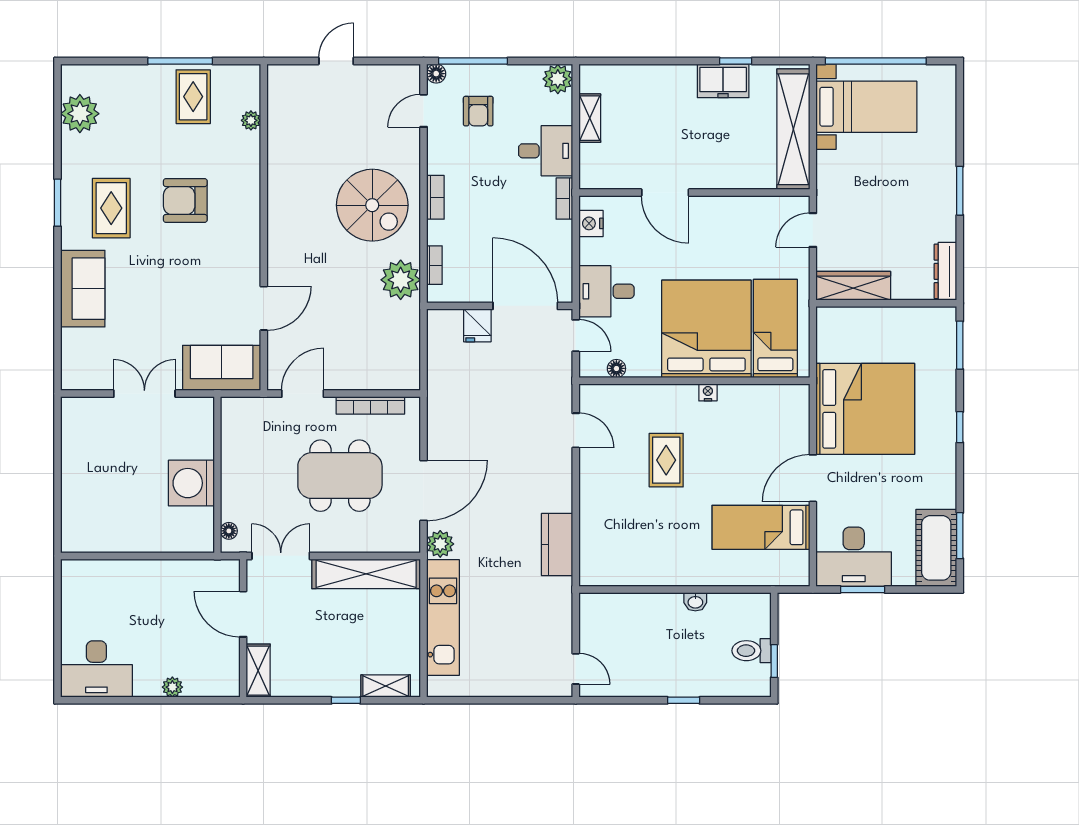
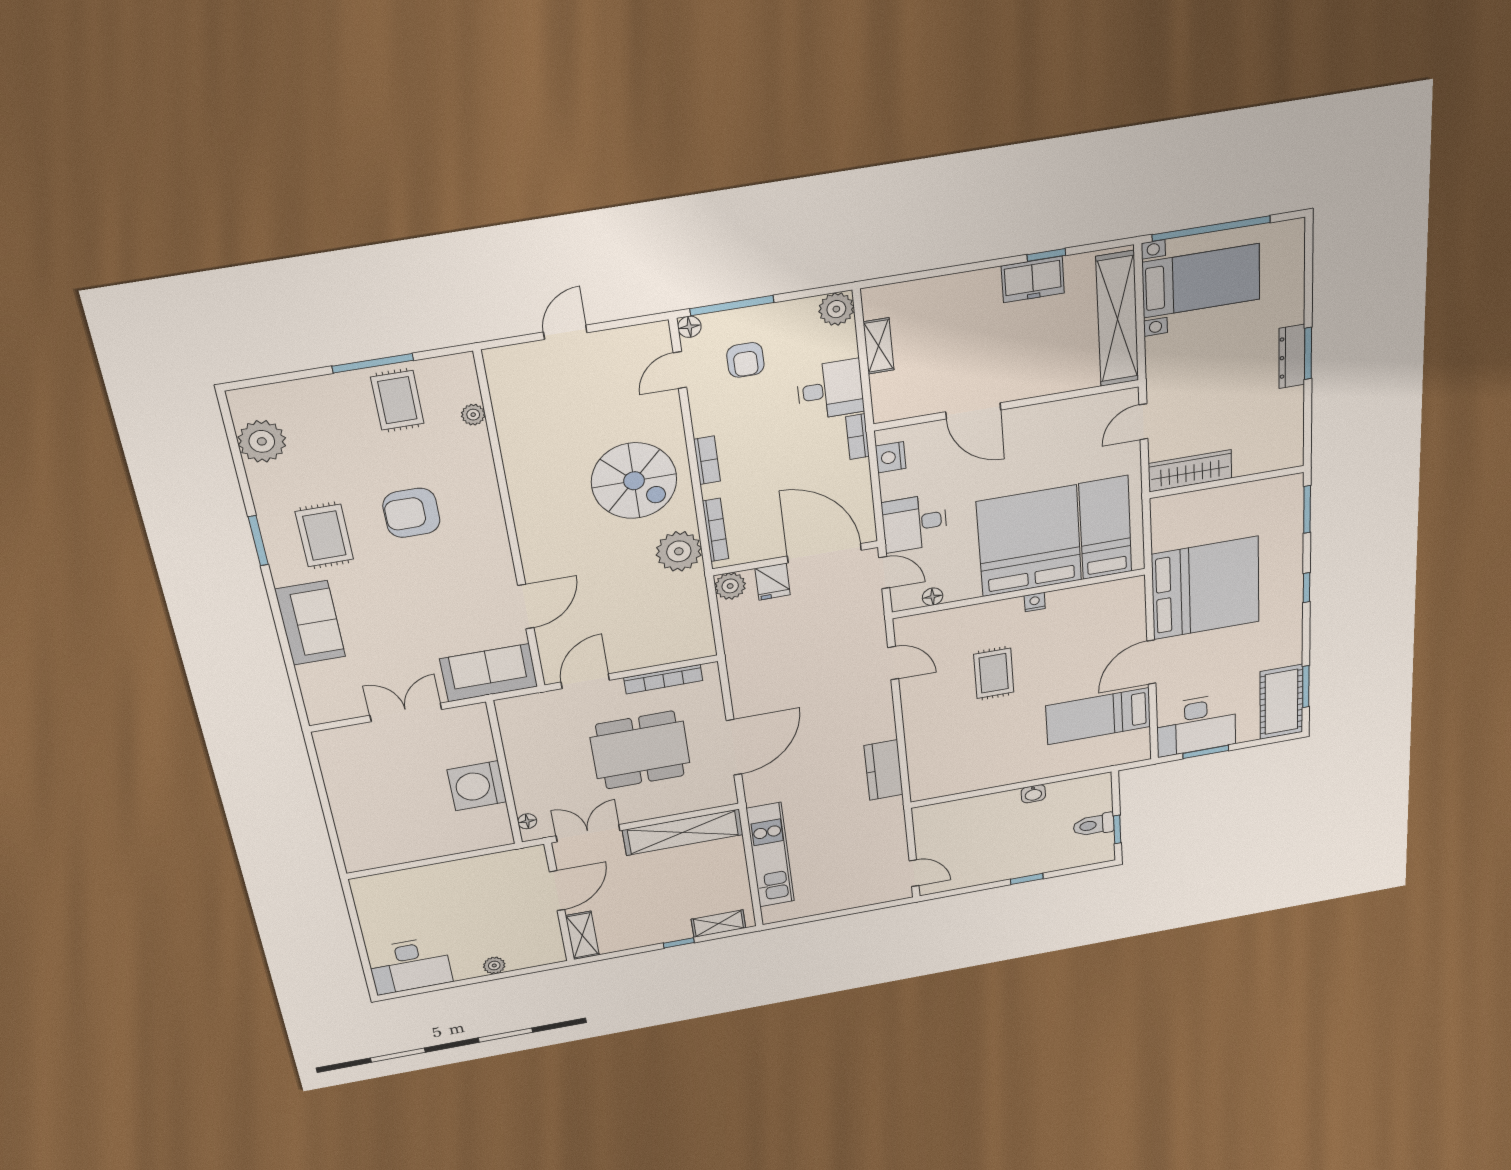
bookcase: (434, 265) -> (716, 530), width x1.56
dresser: (945, 271) -> (1292, 357), moved
plant: (440, 544) -> (730, 586), moved
door: (243, 614) -> (557, 891), swing flipped

